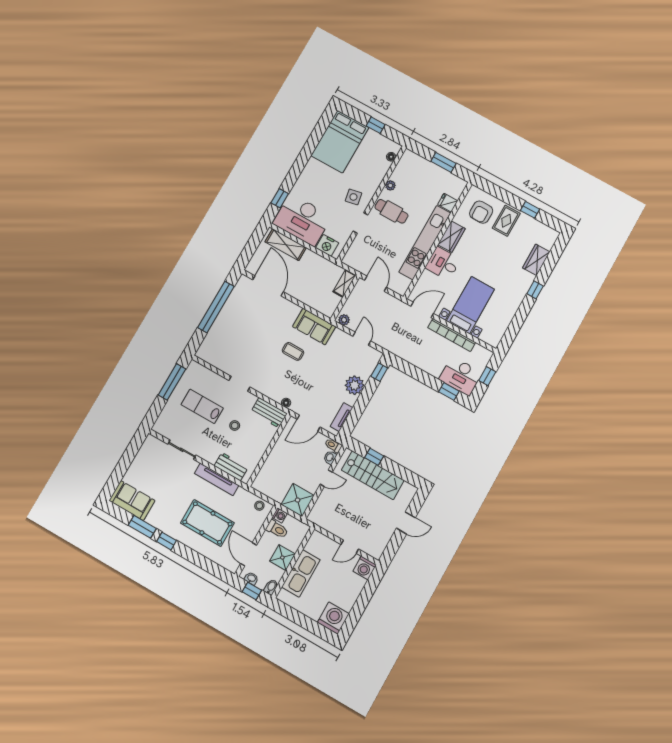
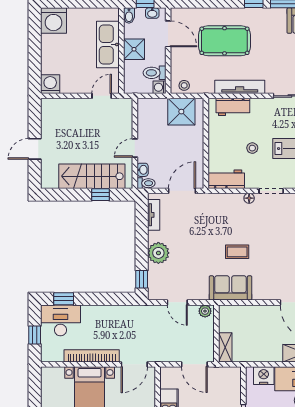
floor lamp: (286, 403) -> (249, 198), moved
shower: (298, 500) -> (181, 112), moved
door: (350, 547) -> (102, 96), moved

